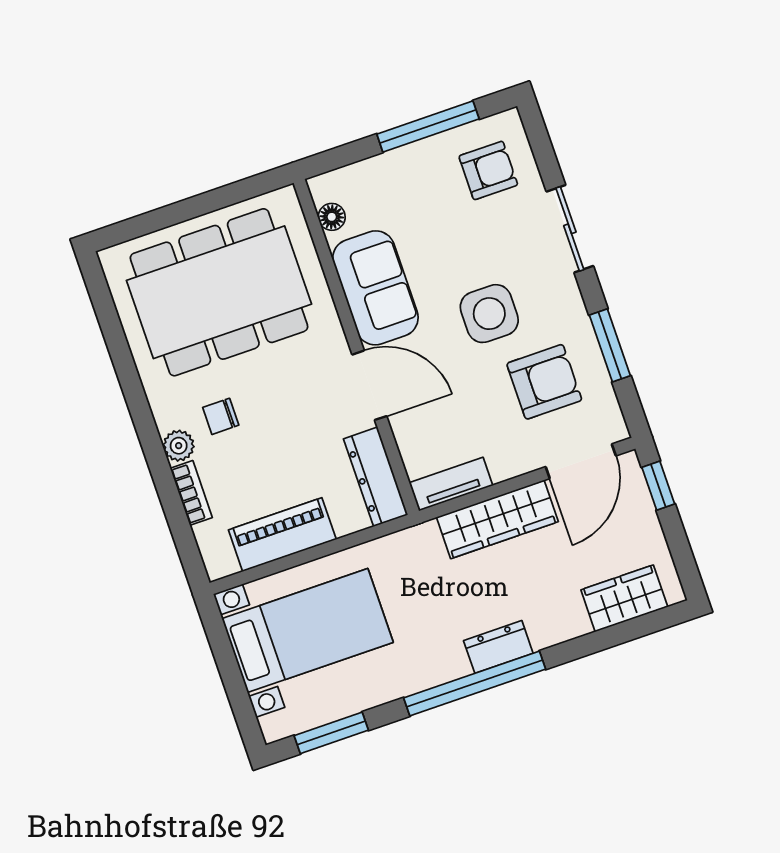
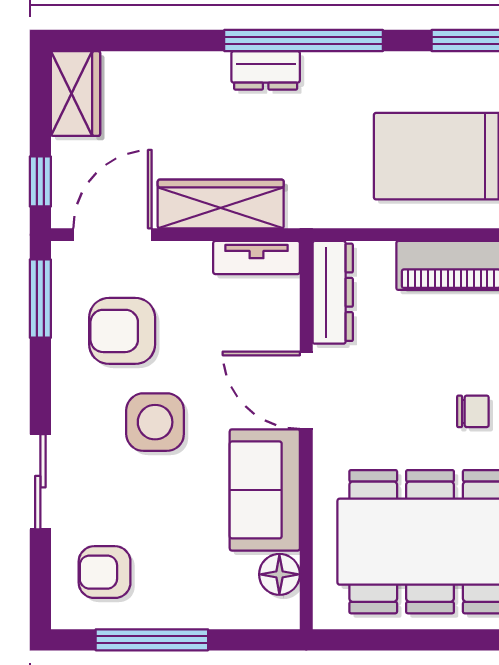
floor lamp: (332, 217) -> (279, 574), width x1.37, depth x1.37
window: (610, 345) -> (40, 299), moved
wardrobe: (624, 598) -> (75, 94), moved, turned -90

